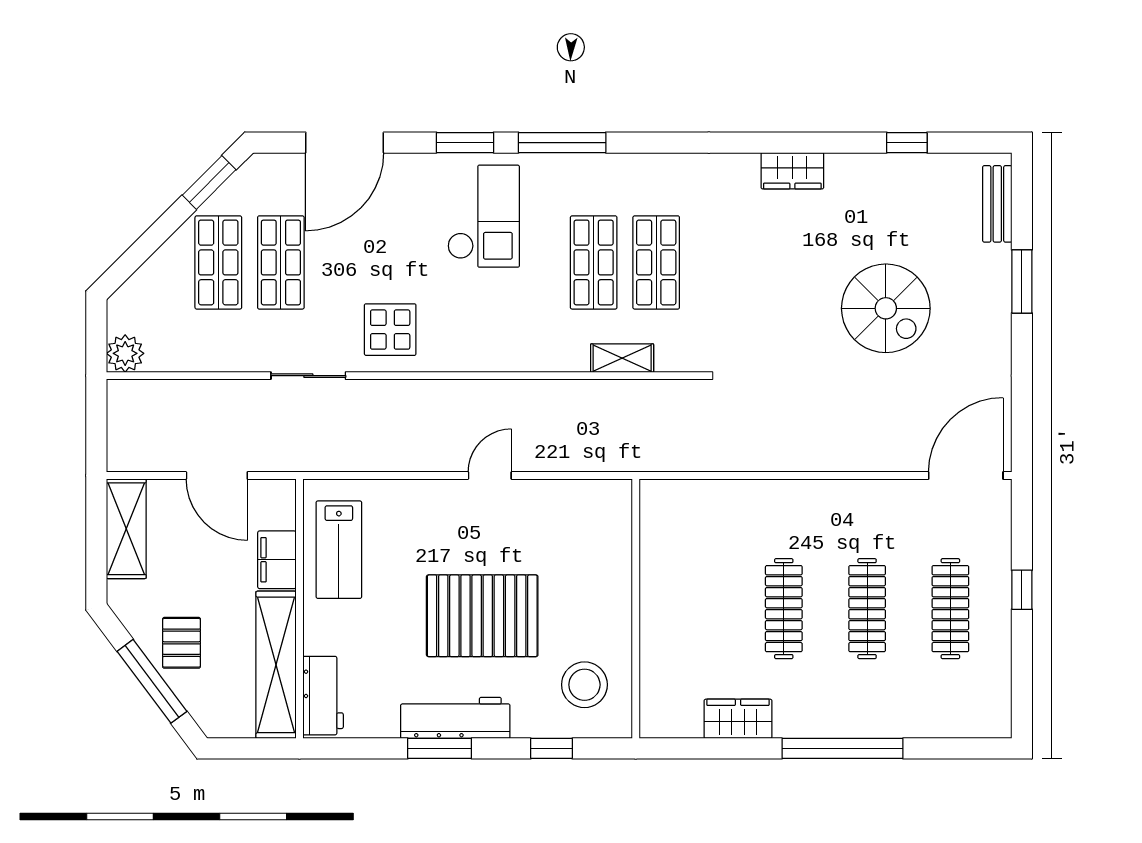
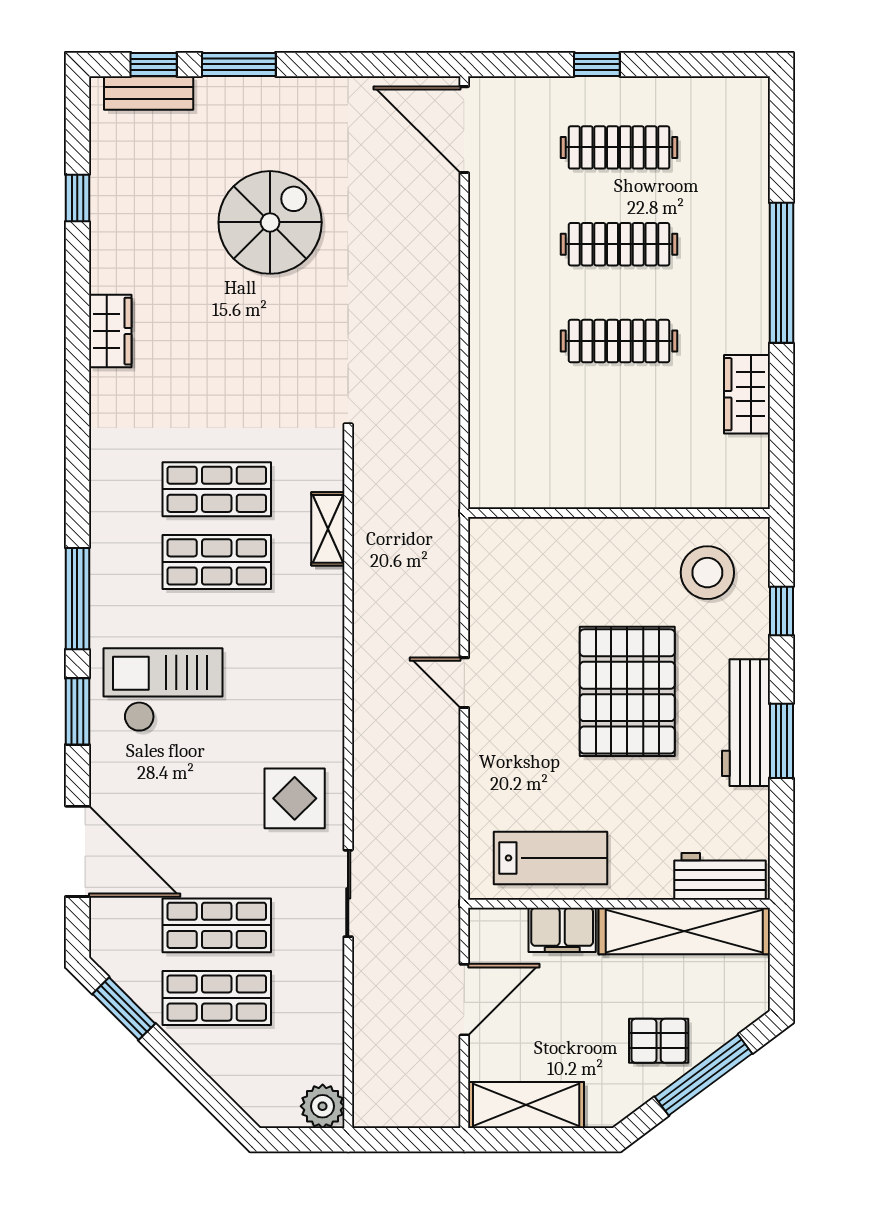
window: (1022, 208) -> (154, 64), added

